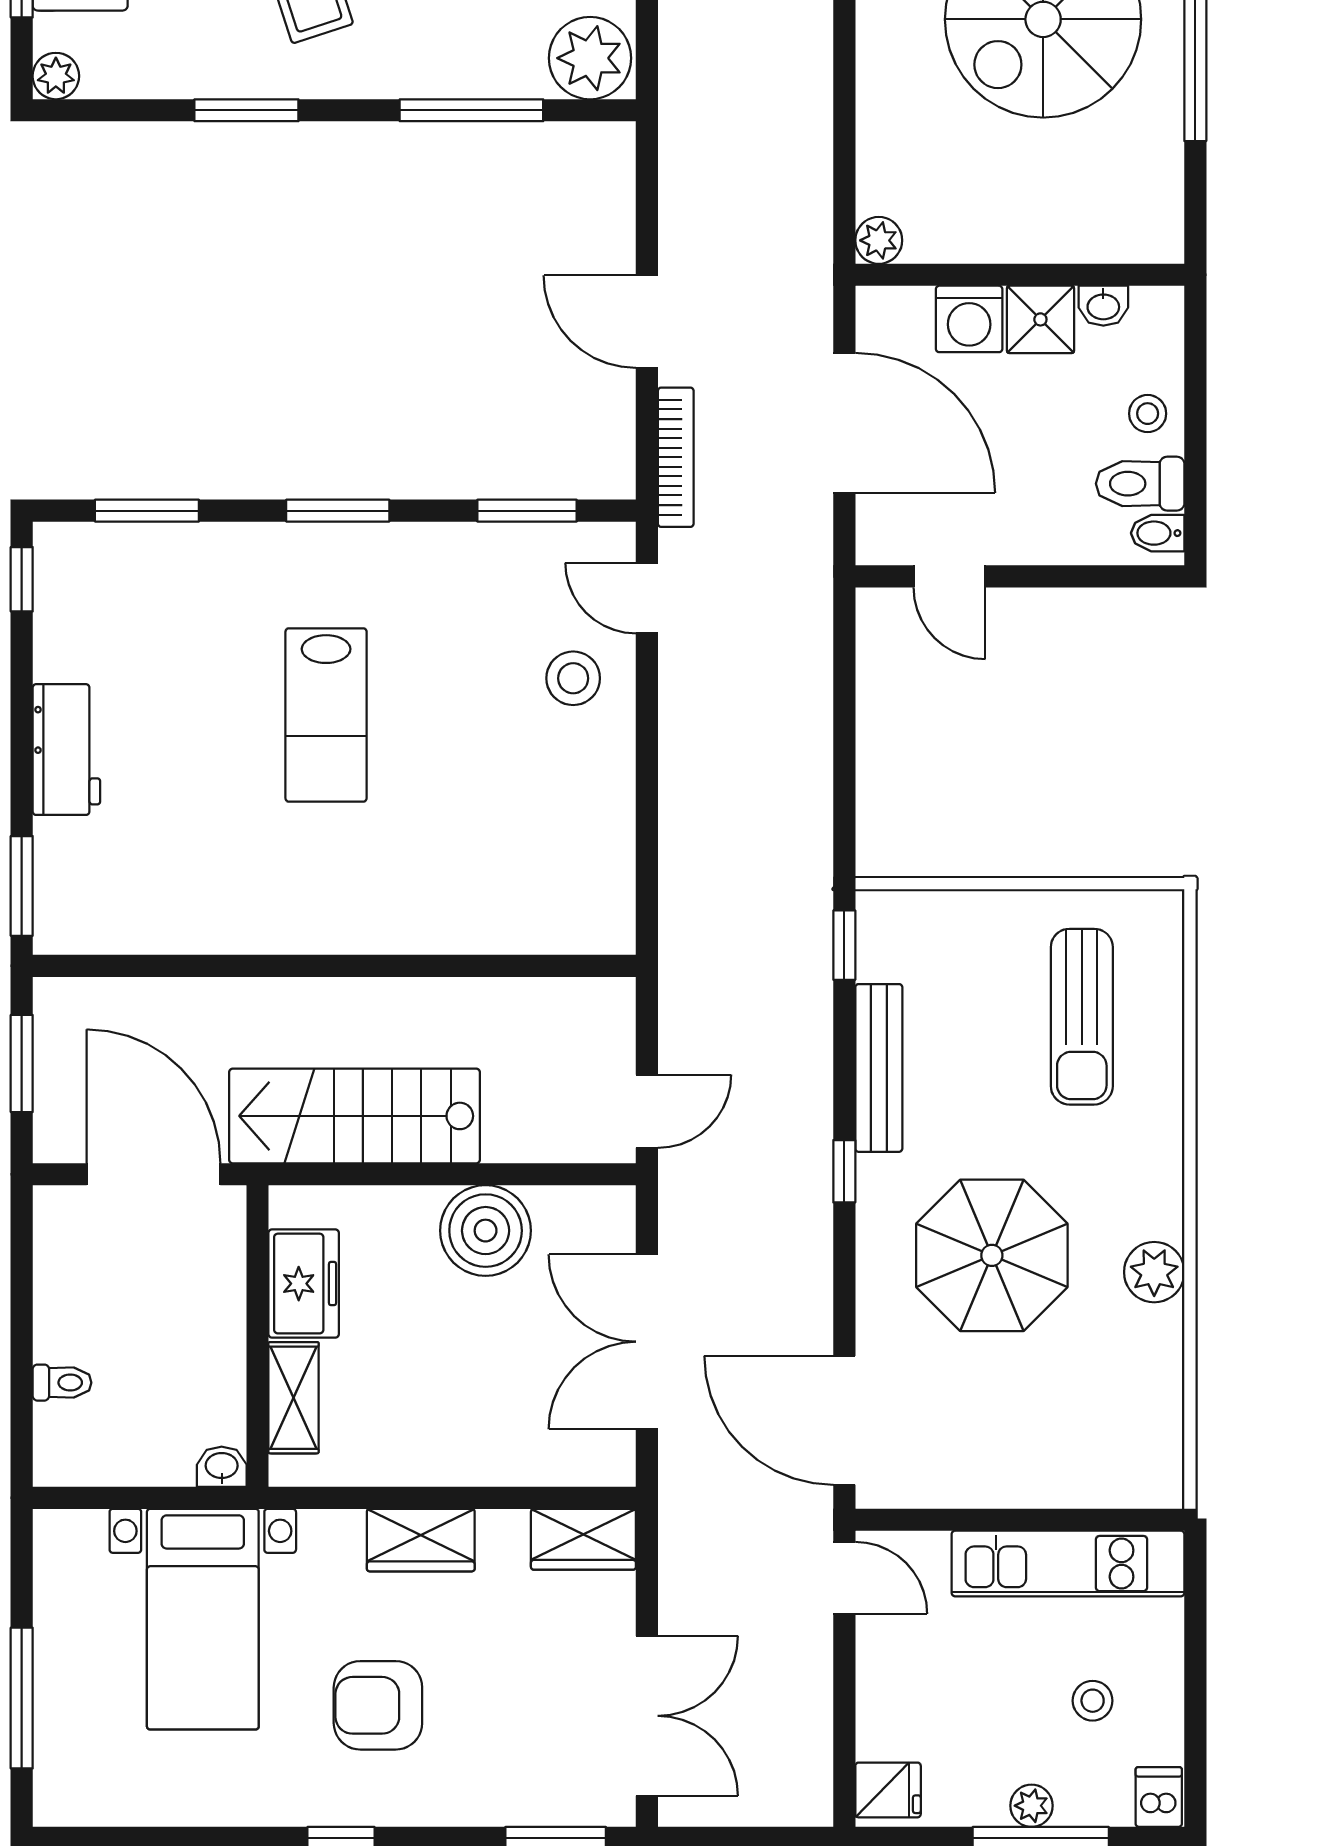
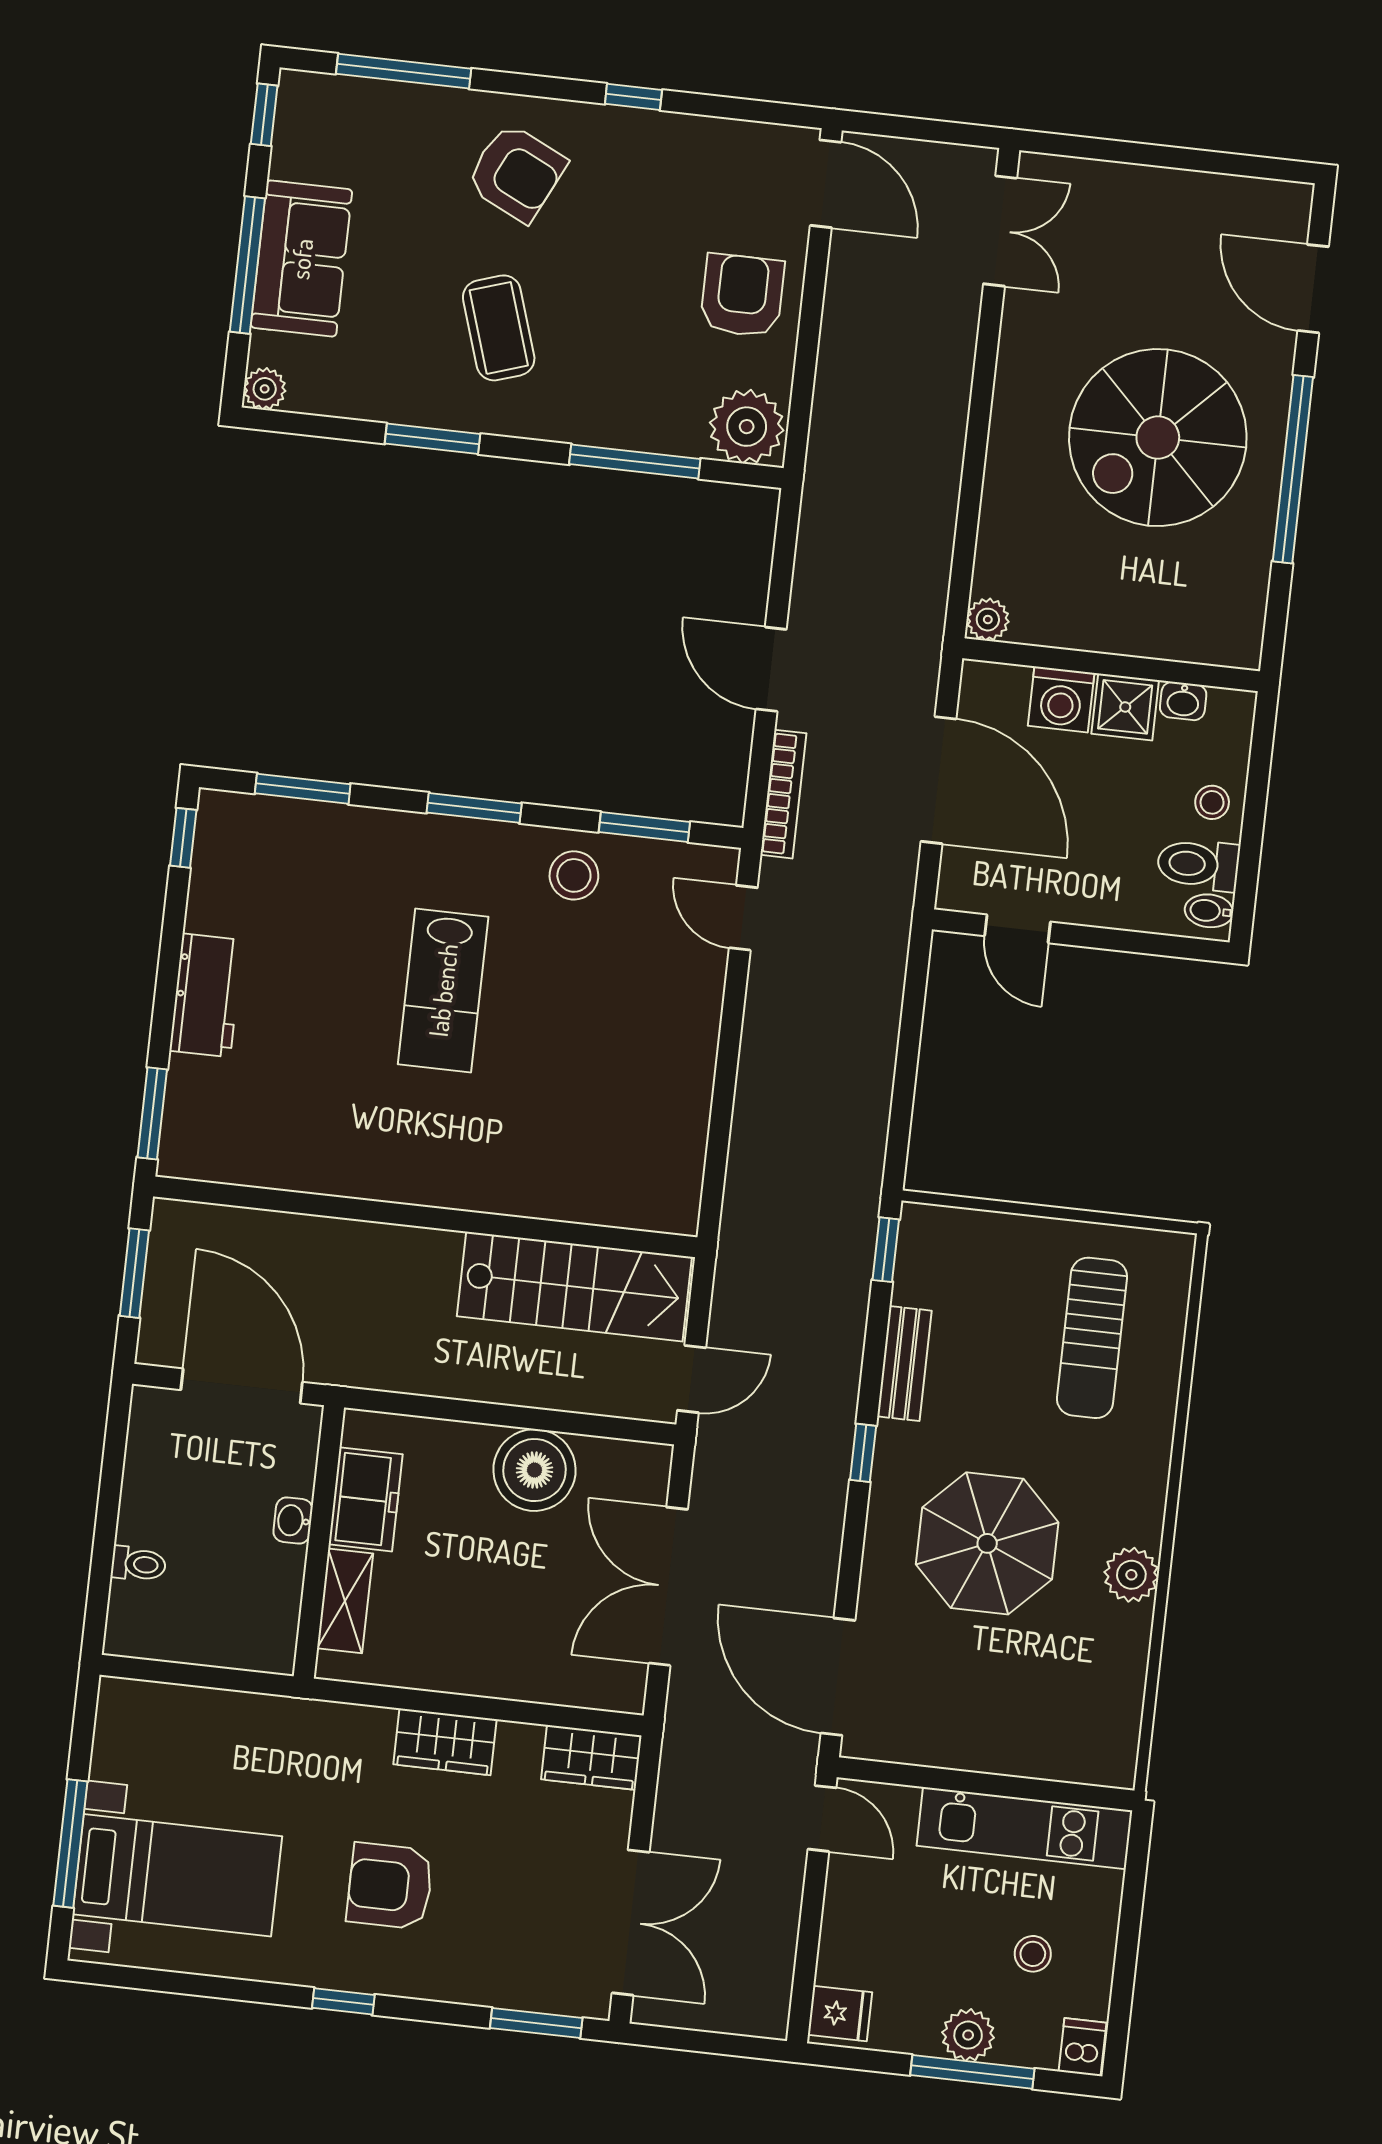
stool: (573, 678) -> (574, 875), moved
bench: (879, 1068) -> (904, 1364), width x0.73
stairs: (355, 1116) -> (574, 1287), moved, turned 180
washbasin: (222, 1467) -> (293, 1521), moved, turned -90
bed with nightstands: (203, 1619) -> (177, 1875), moved, turned -90
plant: (1032, 1806) -> (968, 2035), width x1.38, depth x1.38

